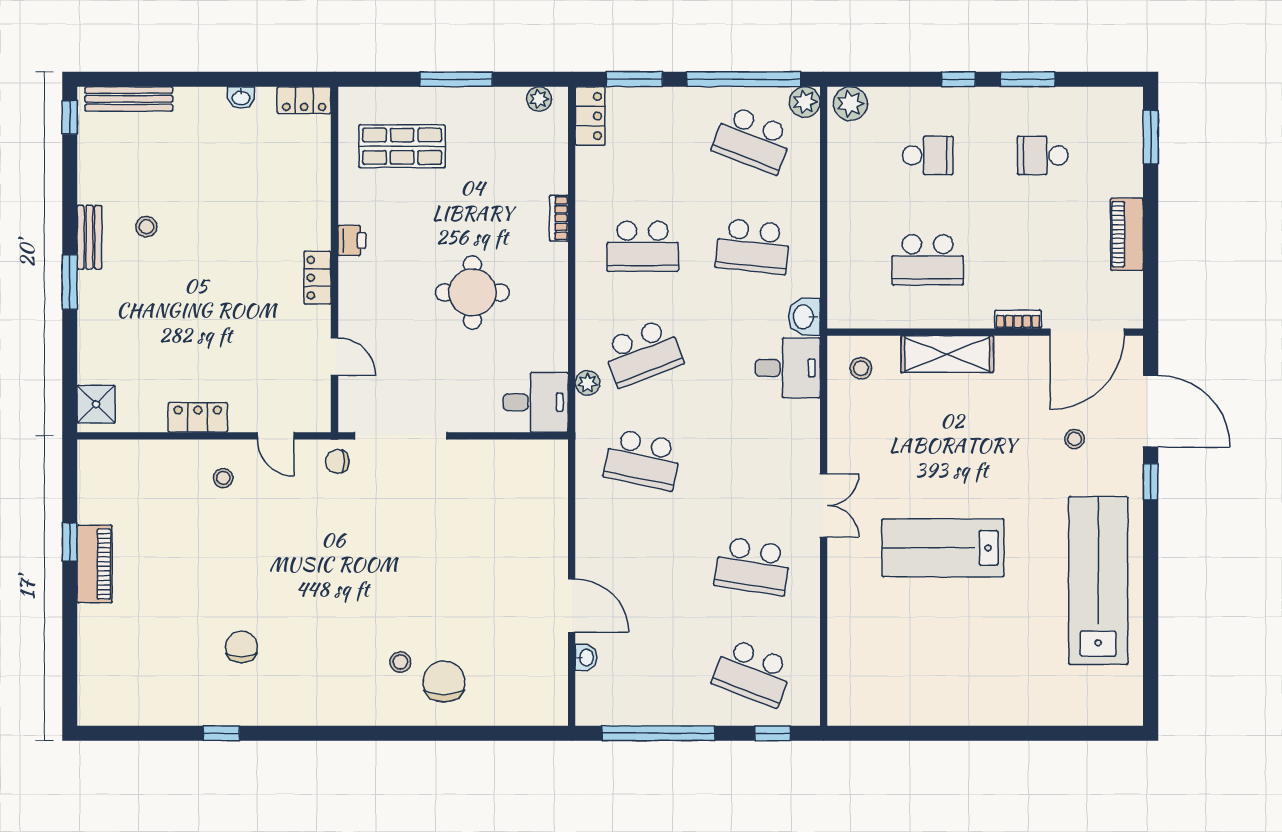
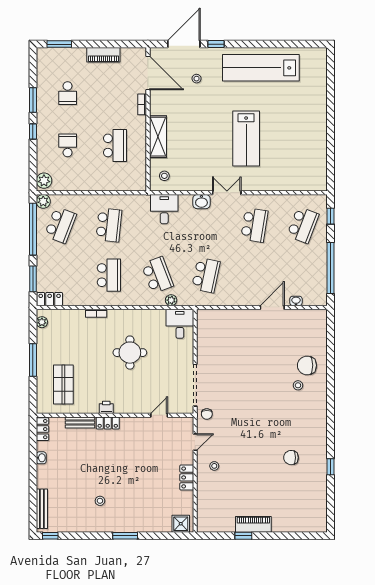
bench: (89, 237) -> (80, 422), moved
locker: (317, 278) -> (108, 423), moved
washbasin: (804, 317) -> (201, 202), moved

